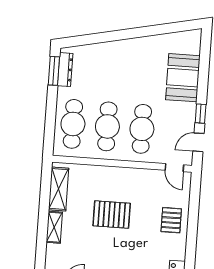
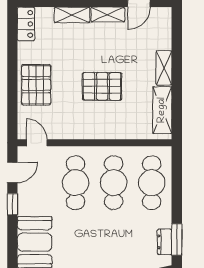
dresser: (65, 70) -> (165, 242), width x0.70
pallet: (171, 220) -> (36, 85), width x1.50, depth x1.42

